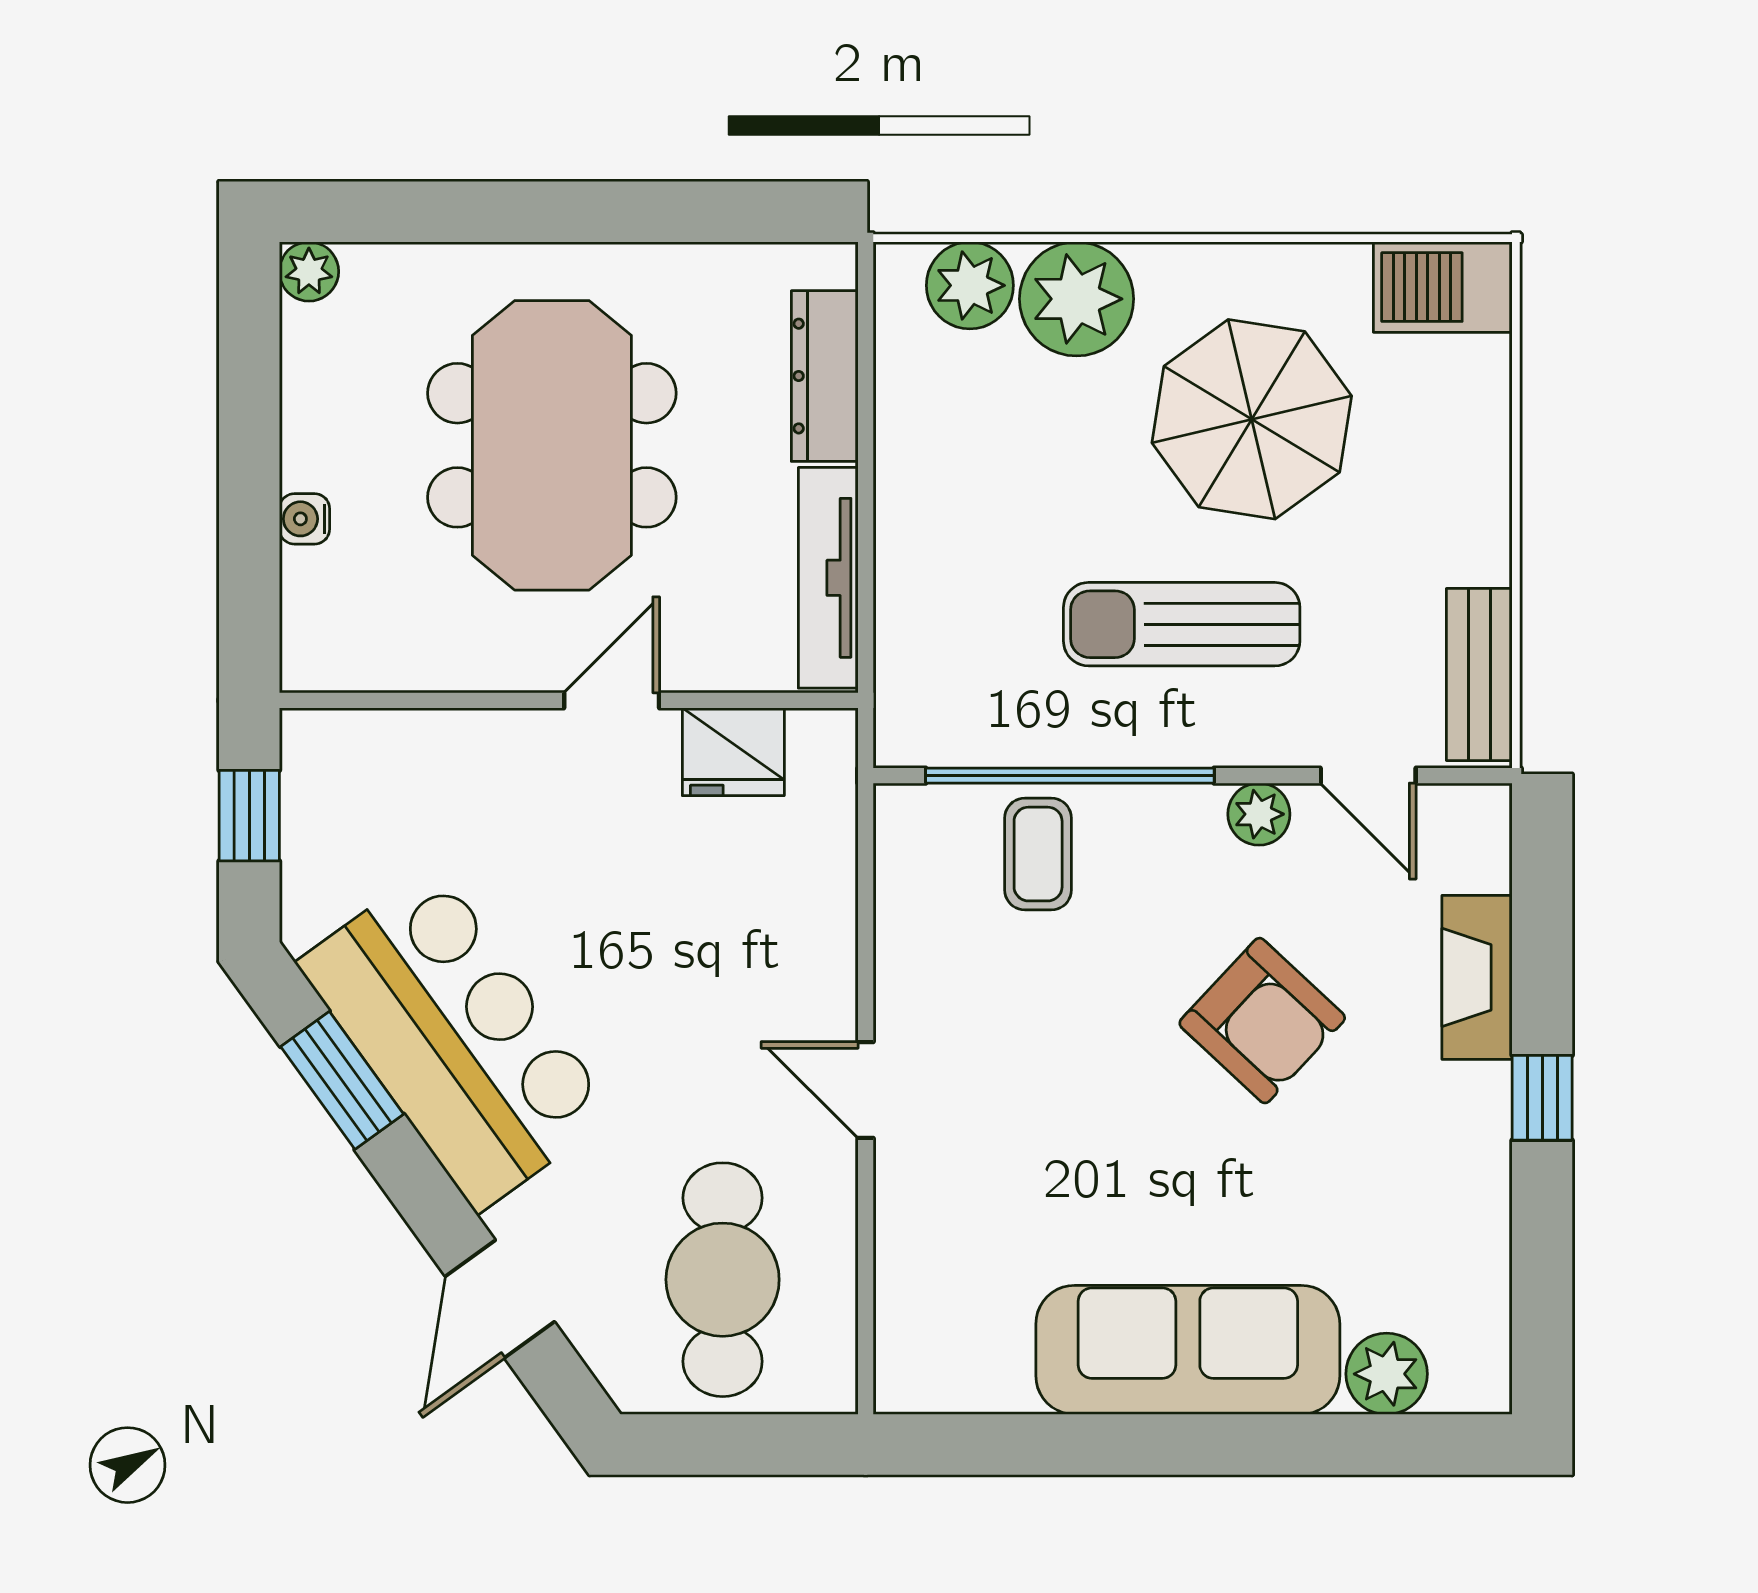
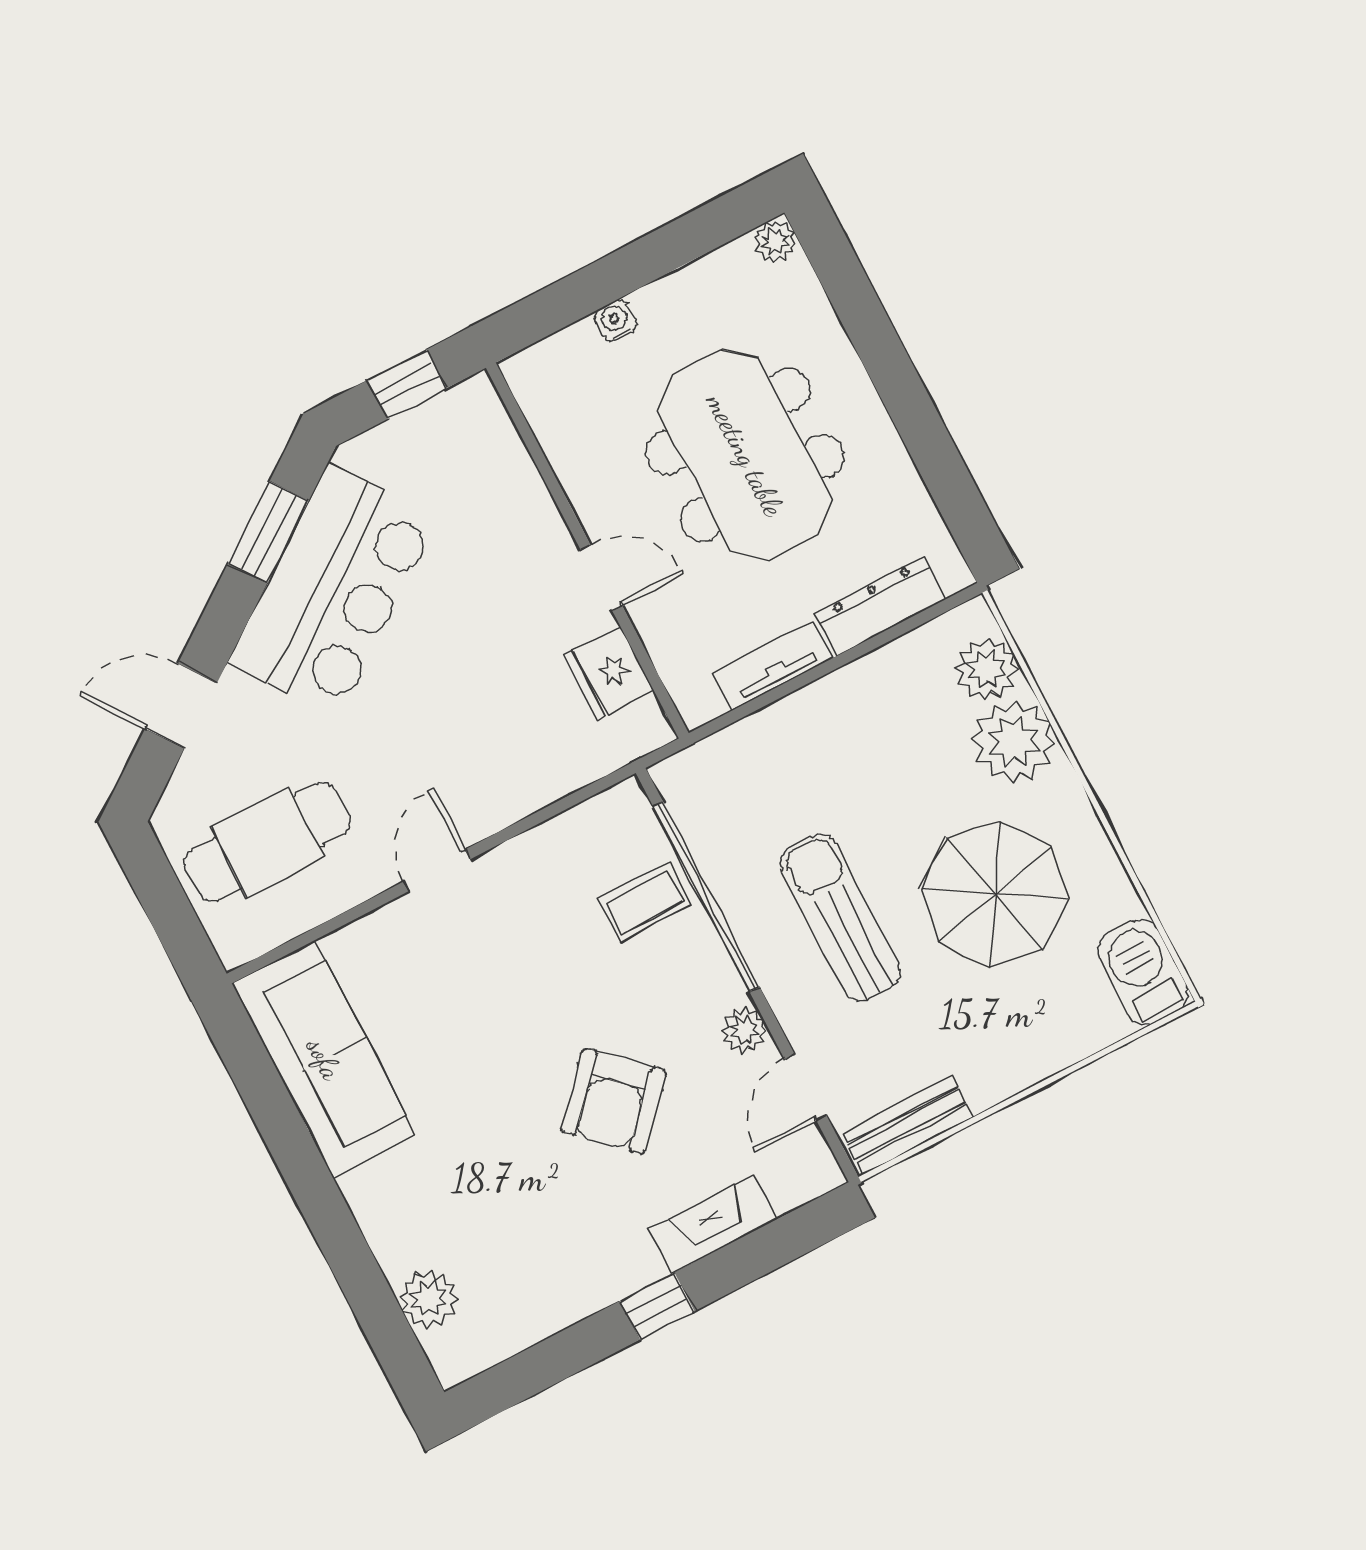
meeting table: (552, 445) -> (745, 455), turned 90
tv unit: (828, 578) -> (773, 665), width x0.71
sofa: (1188, 1350) -> (324, 1059), moved

